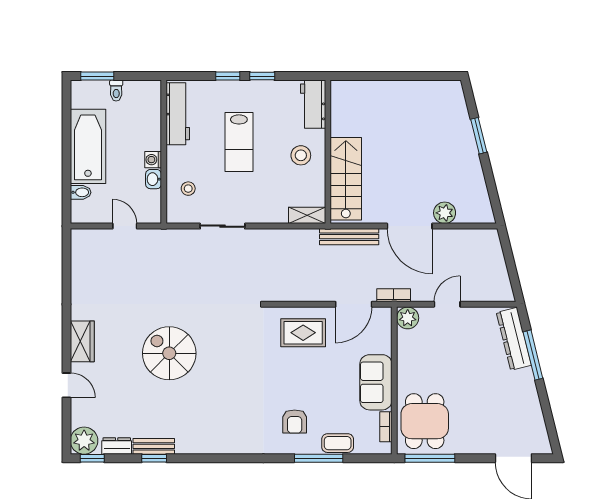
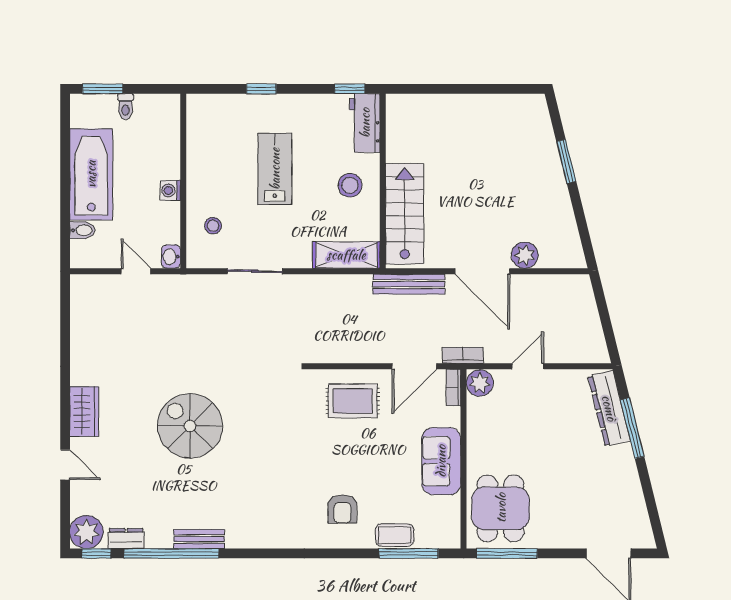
window: (262, 76) -> (350, 89), moved
workbench: (178, 114) -> (200, 135), removed
lab bench: (239, 142) -> (275, 169), turned 180
washbasin: (154, 179) -> (171, 257), moved
shelving: (307, 215) -> (346, 255), width x1.50, depth x1.33
bookcase: (386, 427) -> (453, 387), moved
bench: (154, 446) -> (199, 539), moved
window: (154, 458) -> (172, 553), width x3.17
window: (319, 458) -> (409, 553), moved

